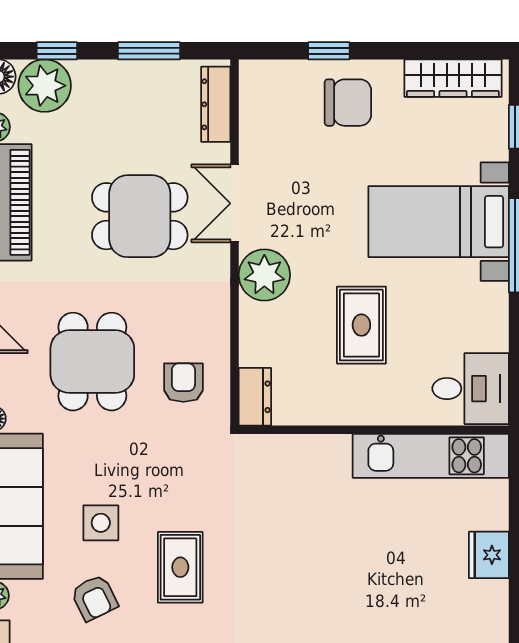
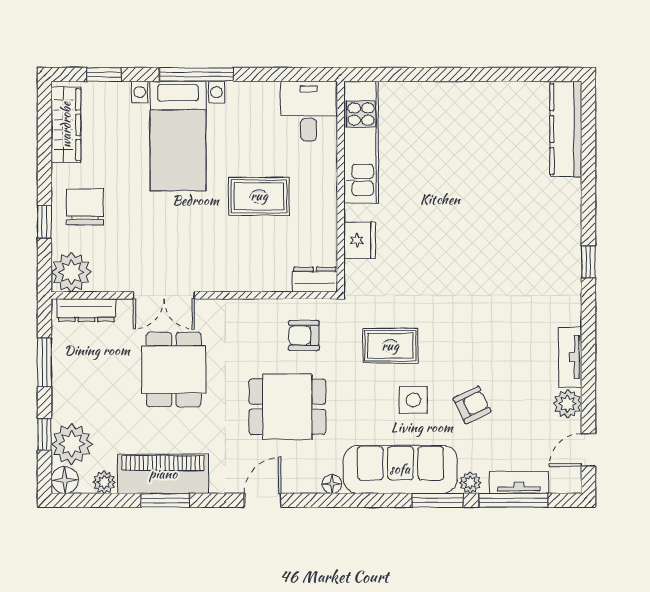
plant: (264, 275) -> (71, 272), moved
fridge: (489, 555) -> (359, 240), moved, turned -90
rug: (180, 567) -> (390, 346), moved

